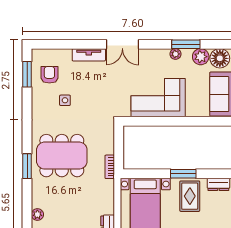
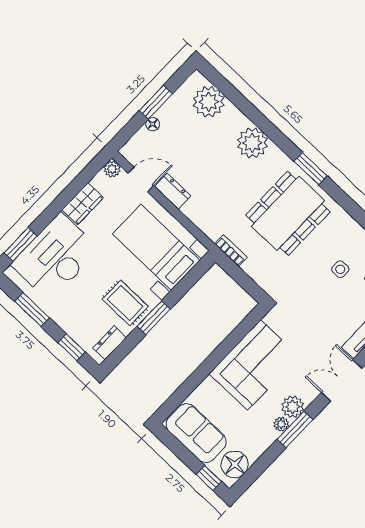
window: (186, 44) -> (295, 429), moved
plant: (201, 57) -> (293, 407), moved
plant: (37, 214) -> (252, 143), width x1.87, depth x1.87

